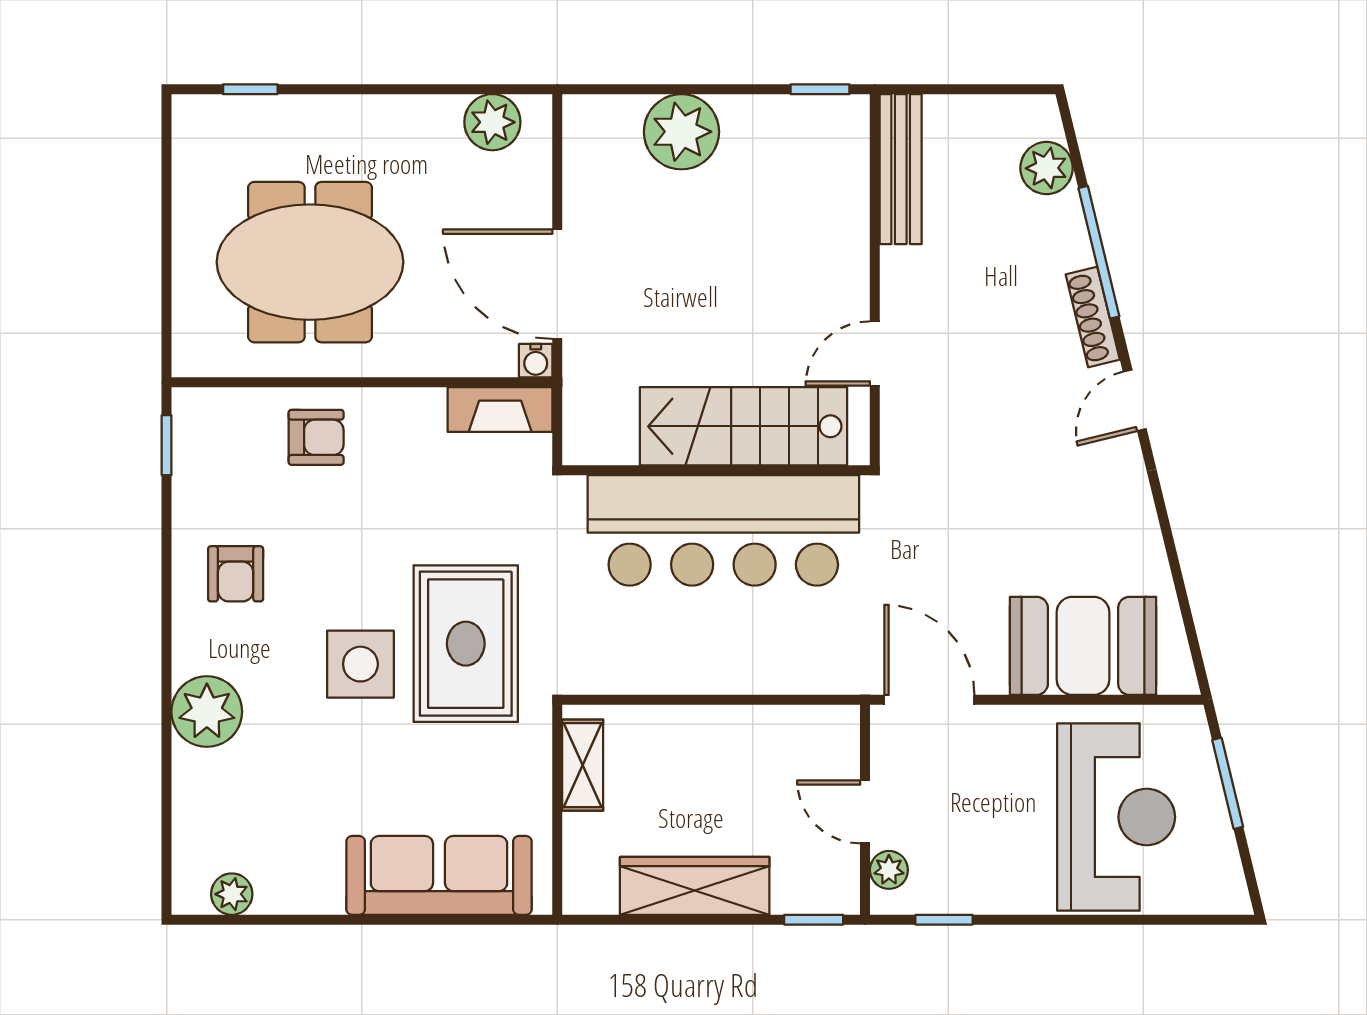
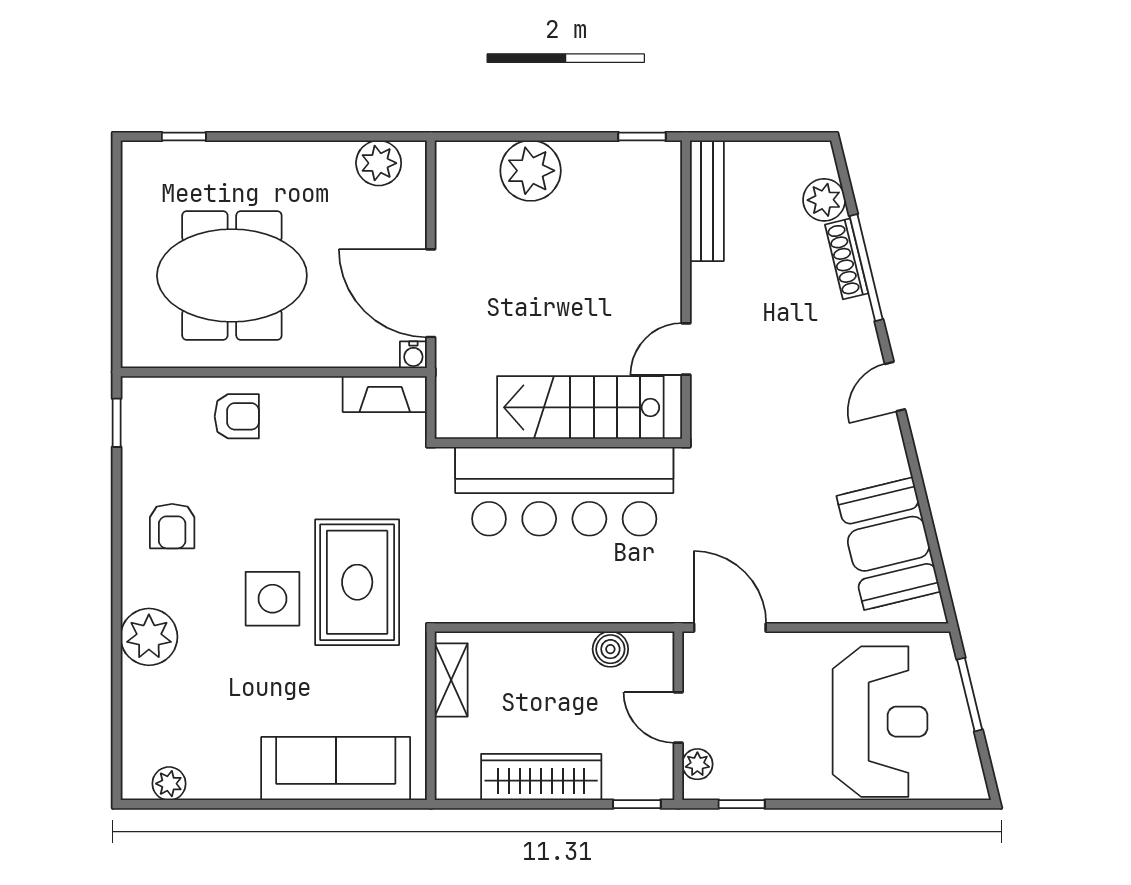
shoe rack: (1093, 317) -> (847, 259), moved
booth: (1083, 646) -> (888, 544), moved, turned 76
boiler: (781, 727) -> (610, 649), added

